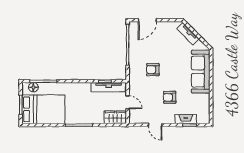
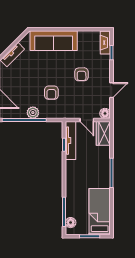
plant: (134, 53) -> (33, 113), added
door: (128, 102) -> (87, 120), swing flipped
bed: (43, 109) -> (100, 212), width x0.67
floor lamp: (134, 119) -> (105, 113), added
fireplace: (186, 119) -> (105, 43), moved

